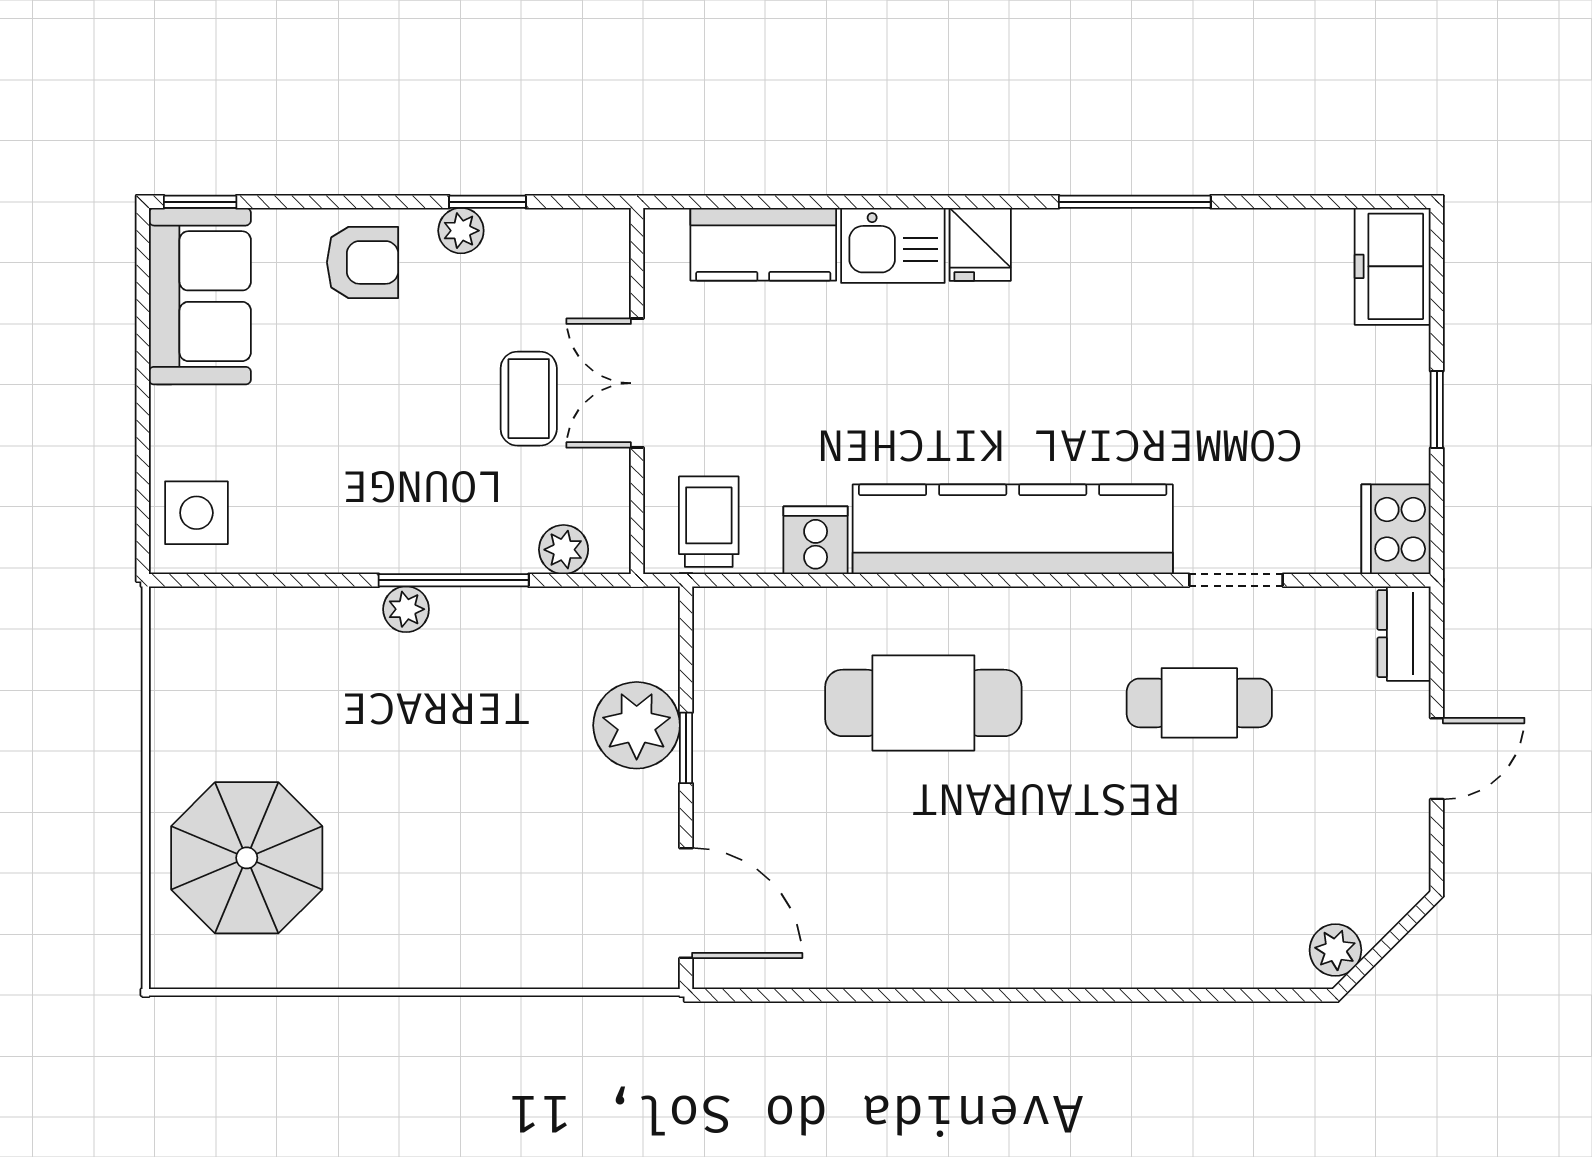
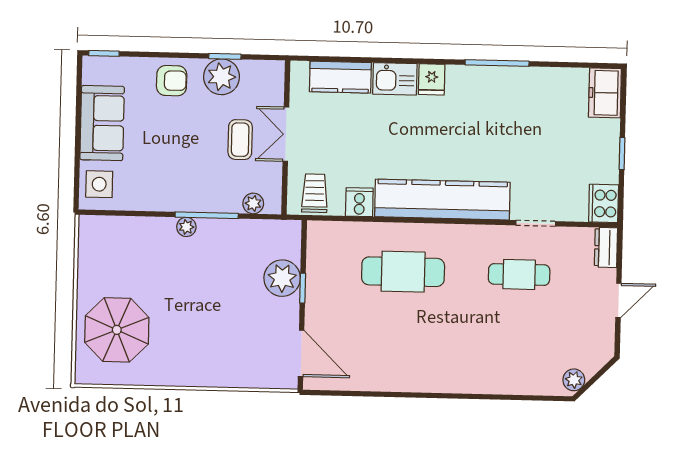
plant: (461, 231) -> (222, 77), width x1.87, depth x1.87
sofa: (200, 296) -> (102, 123), moved

